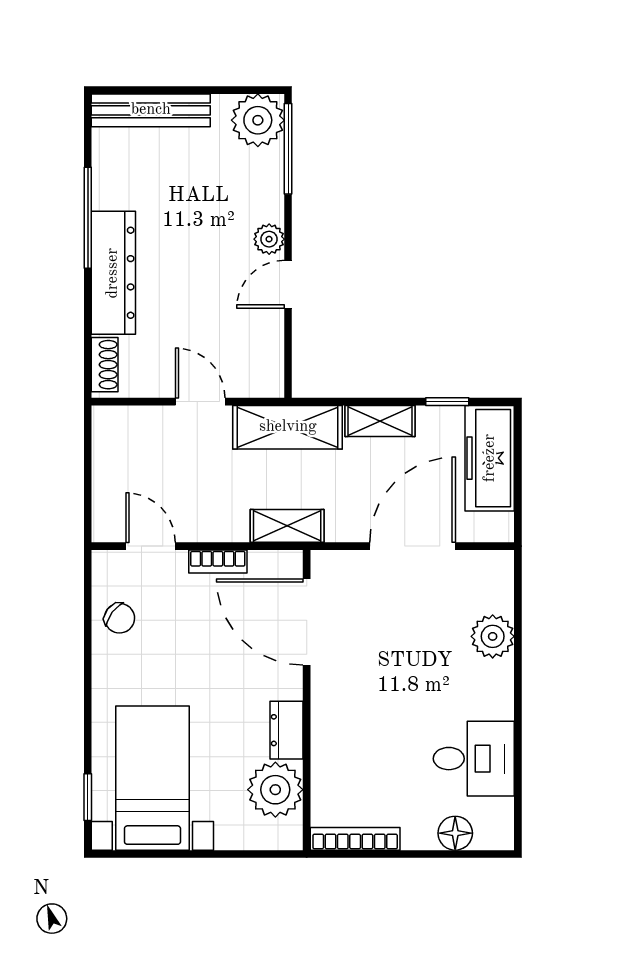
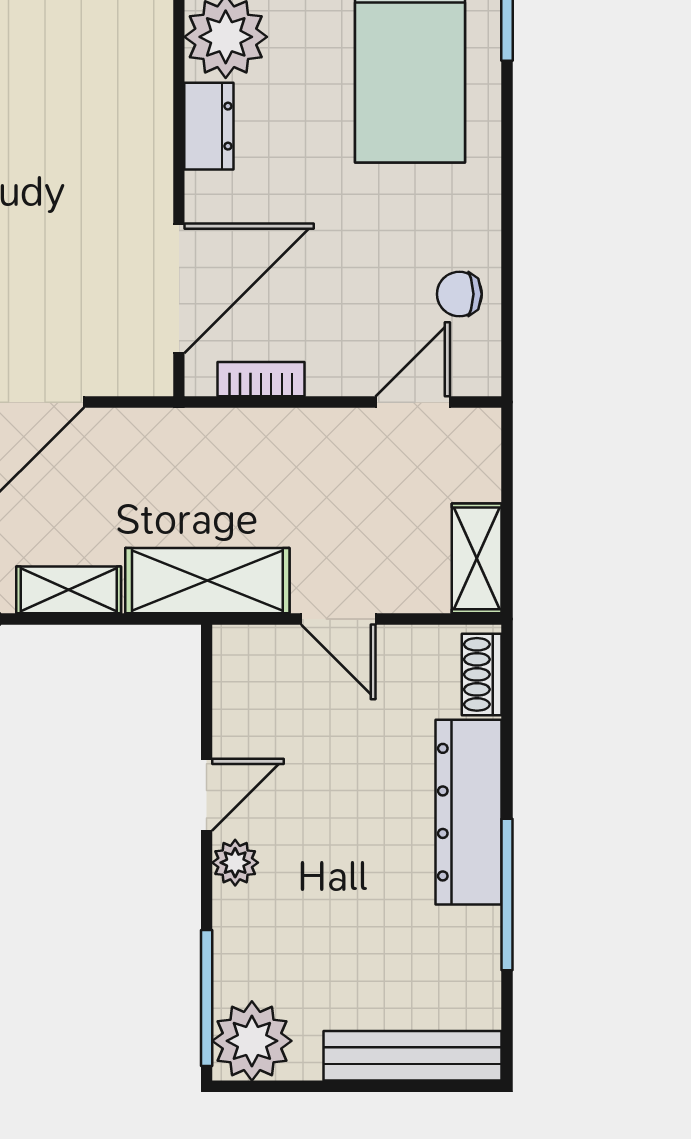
shelving: (287, 526) -> (477, 558), moved, turned 90
door: (151, 546) -> (413, 402), swing flipped
bookcase: (218, 561) -> (261, 379), moved
chair: (120, 618) -> (459, 294), turned -37
door: (307, 622) -> (179, 288), hinge flipped

